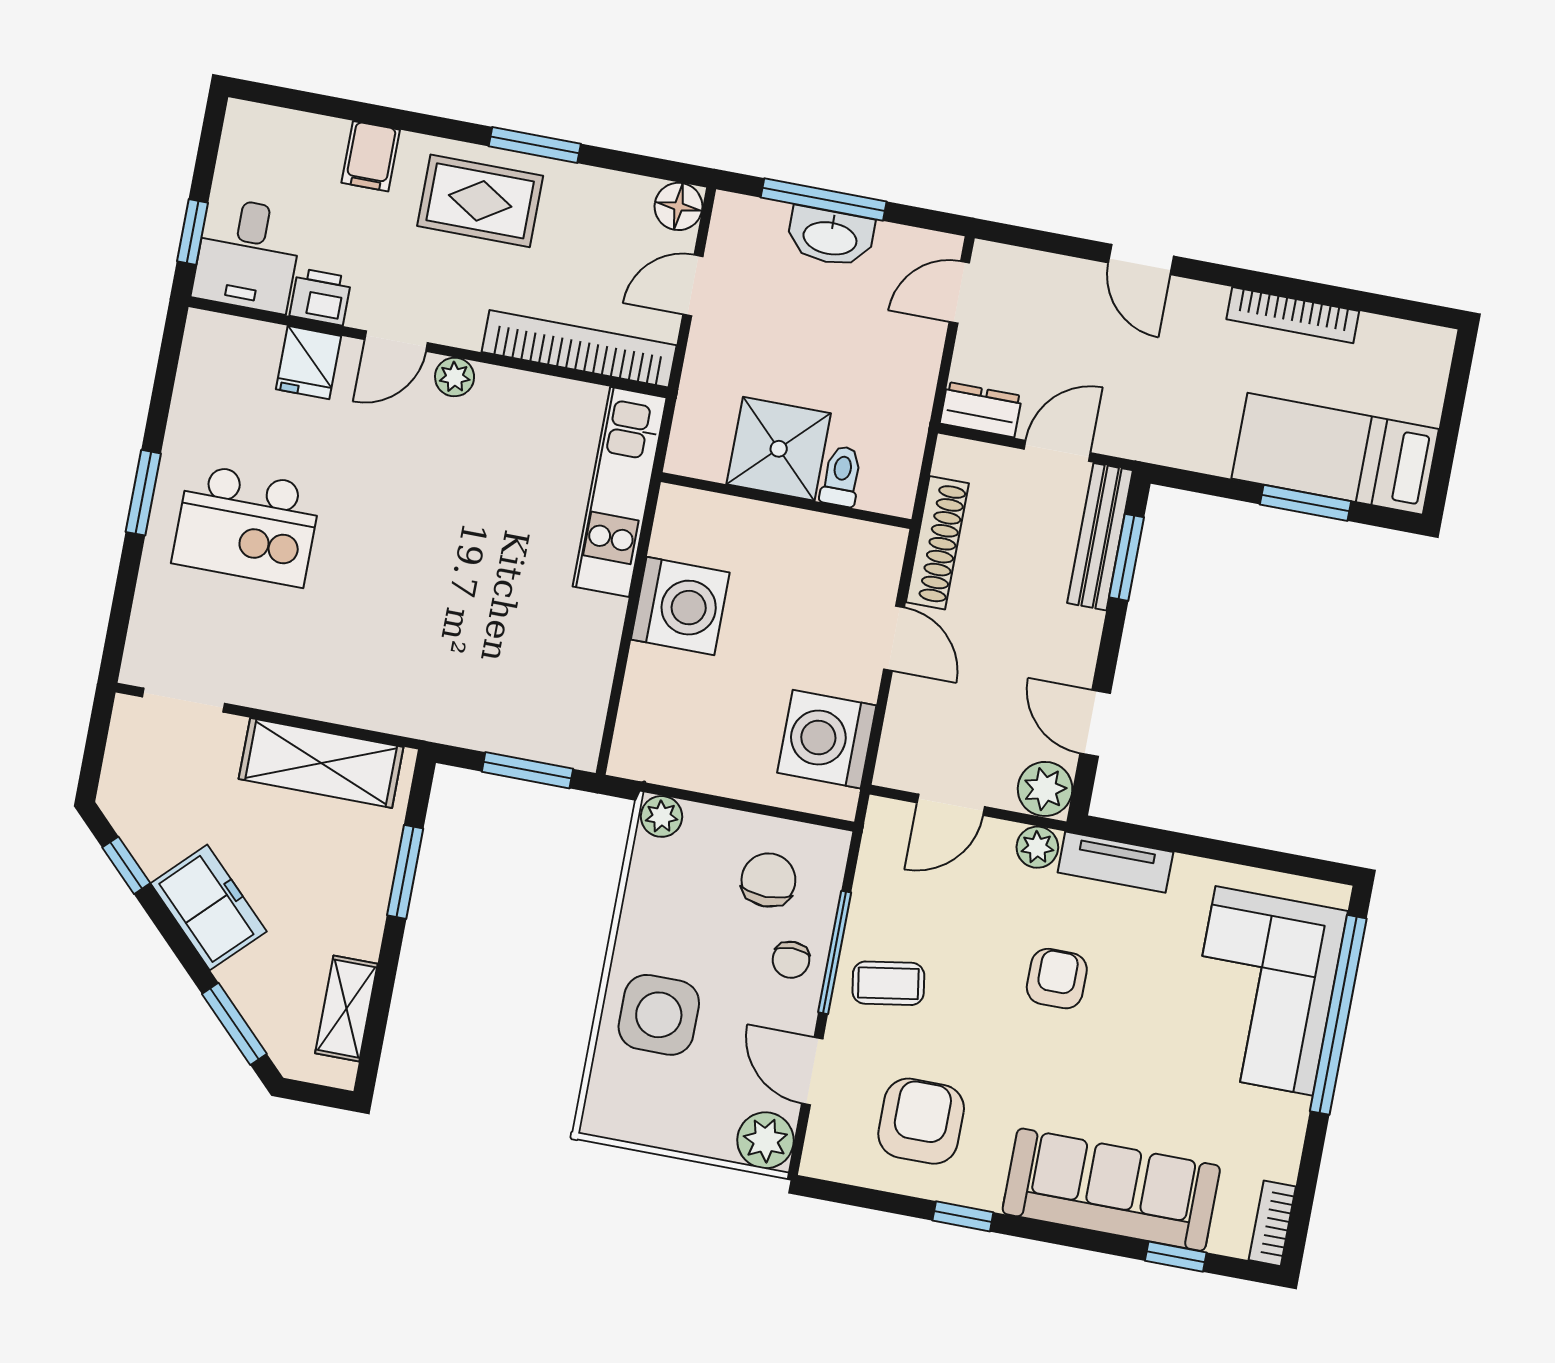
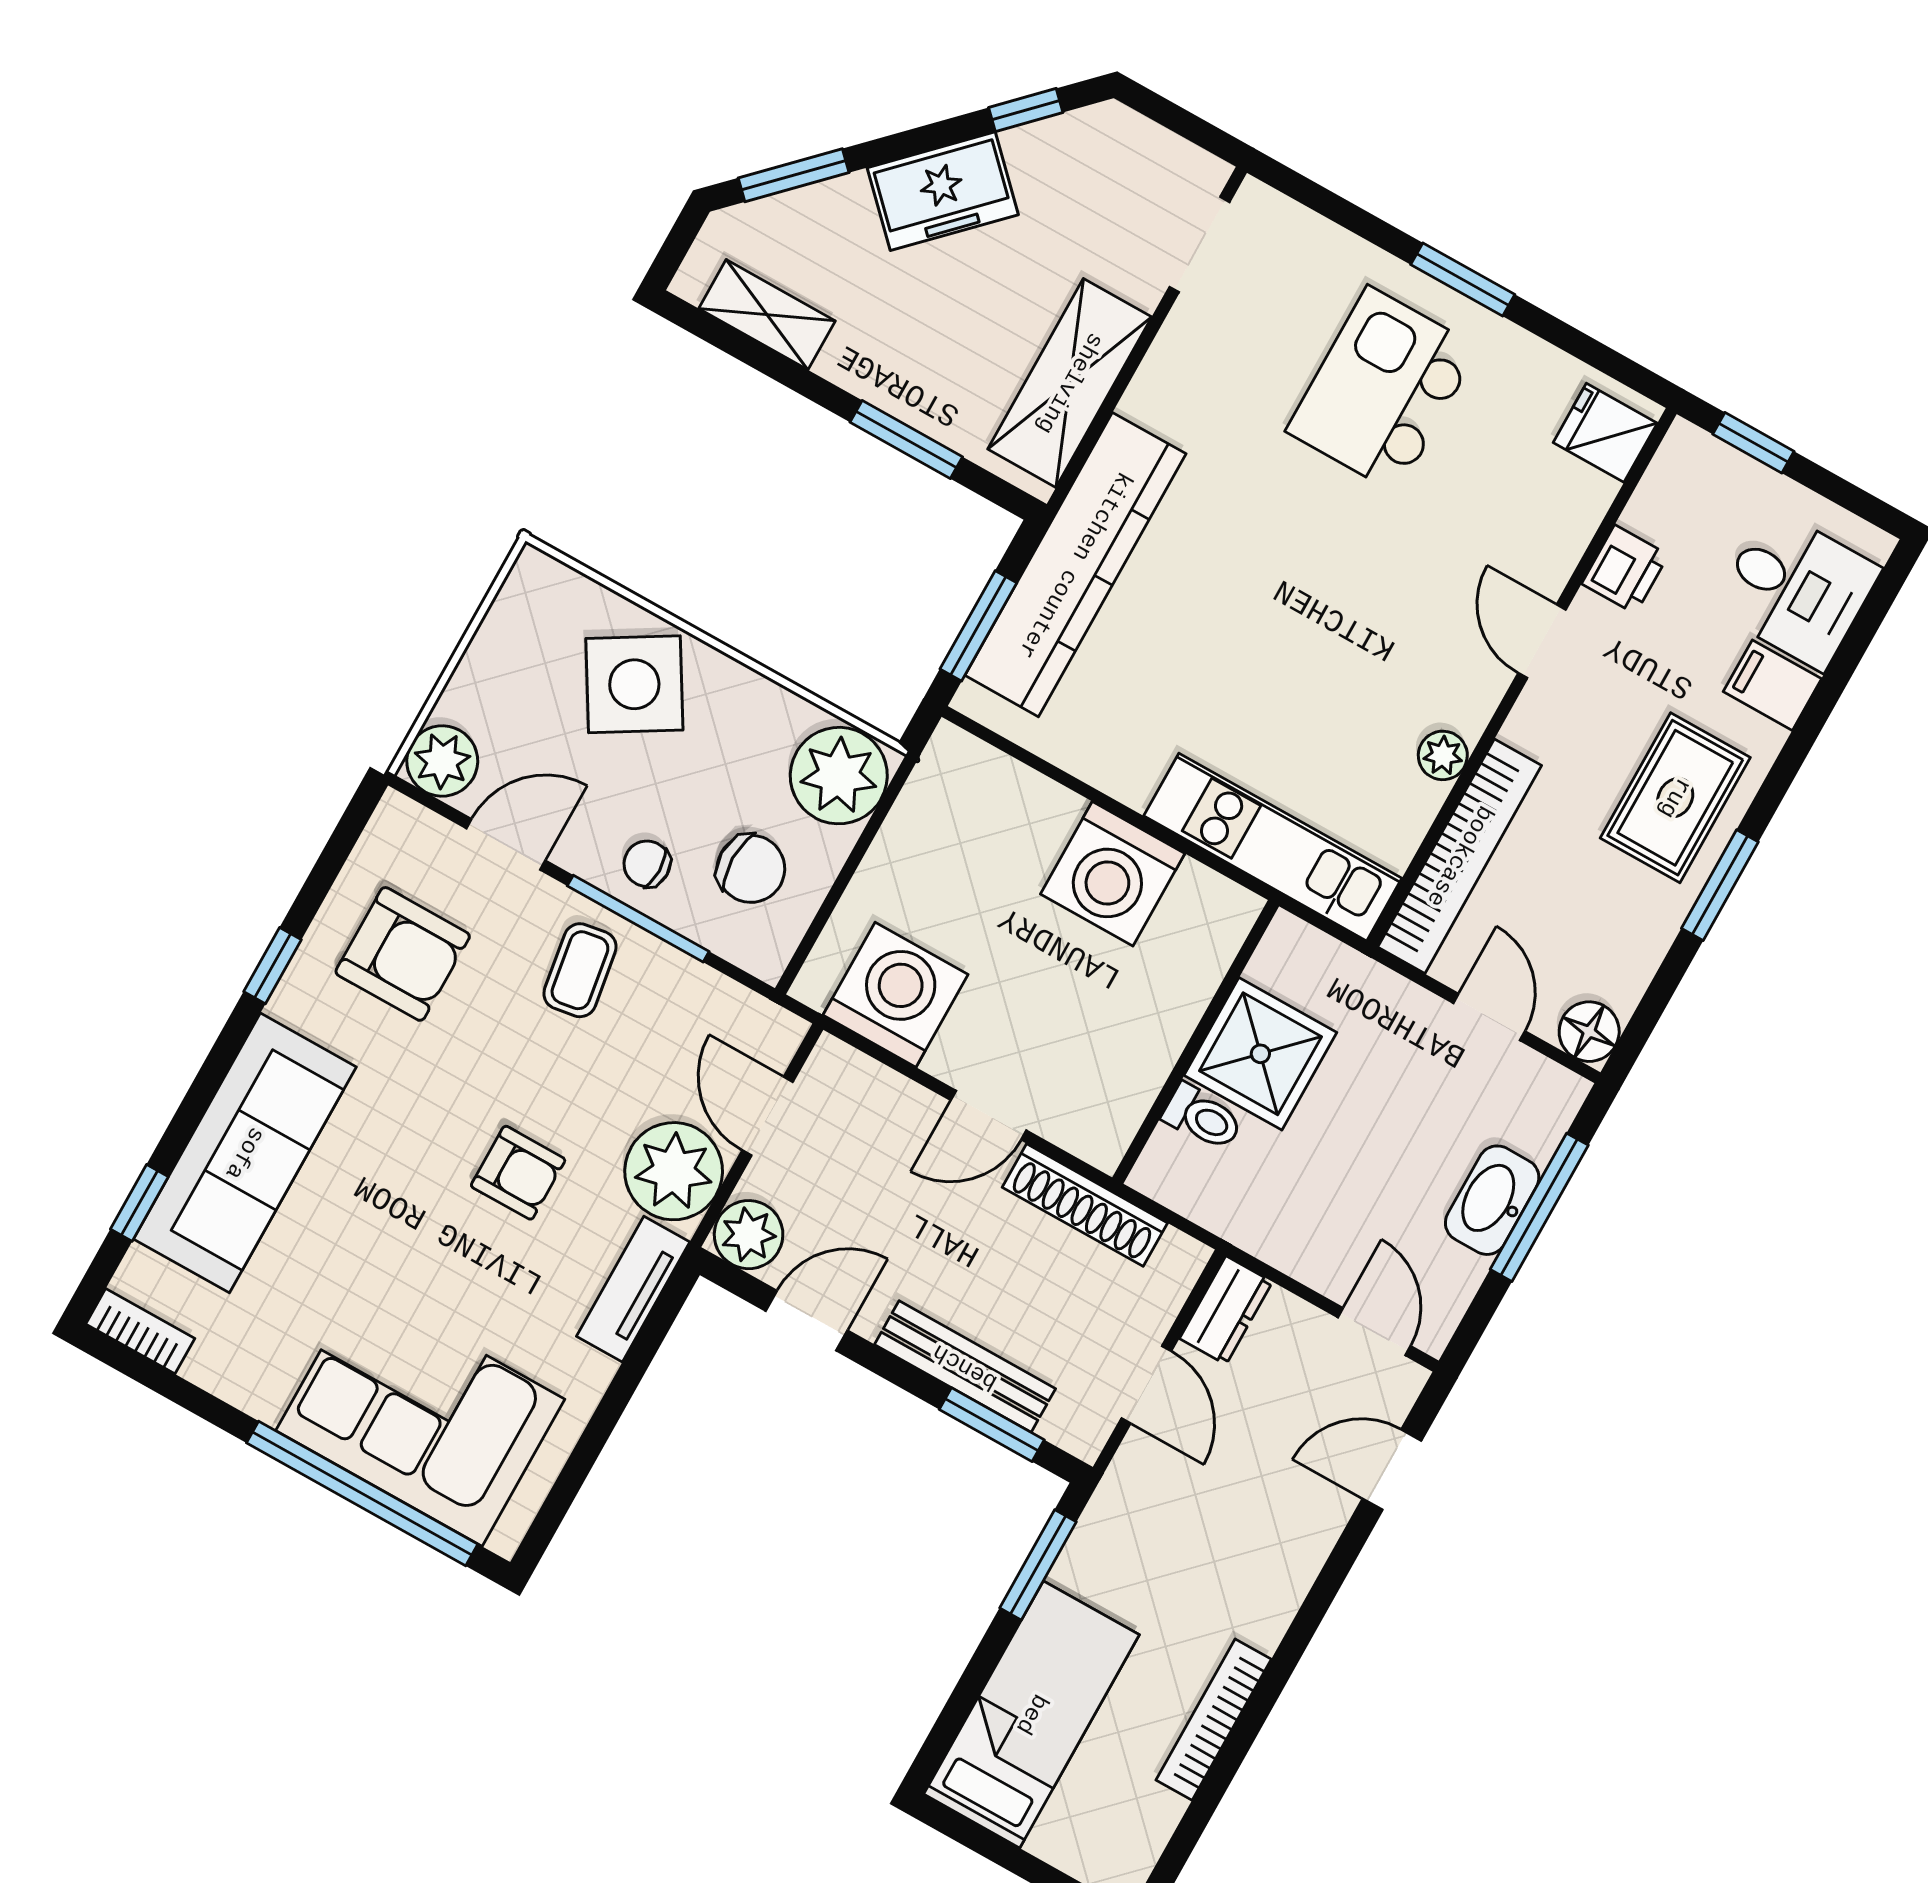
desk: (248, 255) -> (1797, 589), moved, turned 180
door: (1141, 259) -> (1392, 1470), moved
fridge: (309, 363) -> (1605, 433), moved
plant: (455, 377) -> (1443, 755), moved
window: (1306, 503) -> (1038, 1565), moved
bench: (1100, 537) -> (965, 1367), moved
kitchen counter: (457, 712) -> (1075, 565), added
plant: (662, 816) -> (839, 776), width x1.88, depth x1.88
plant: (1037, 847) -> (674, 1171), width x1.87, depth x1.87
side table: (659, 1015) -> (634, 684), turned -31

